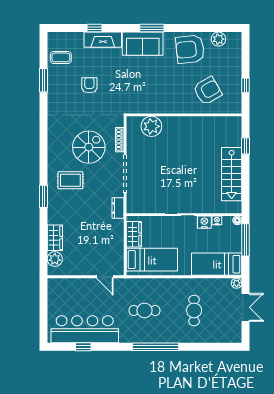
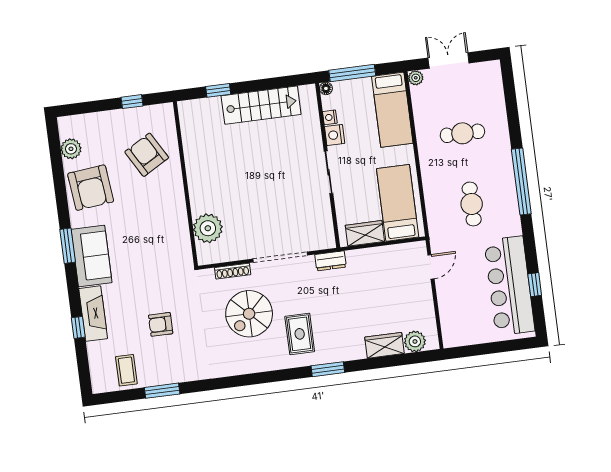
spiral stairs: (89, 147) -> (249, 314), turned -90

